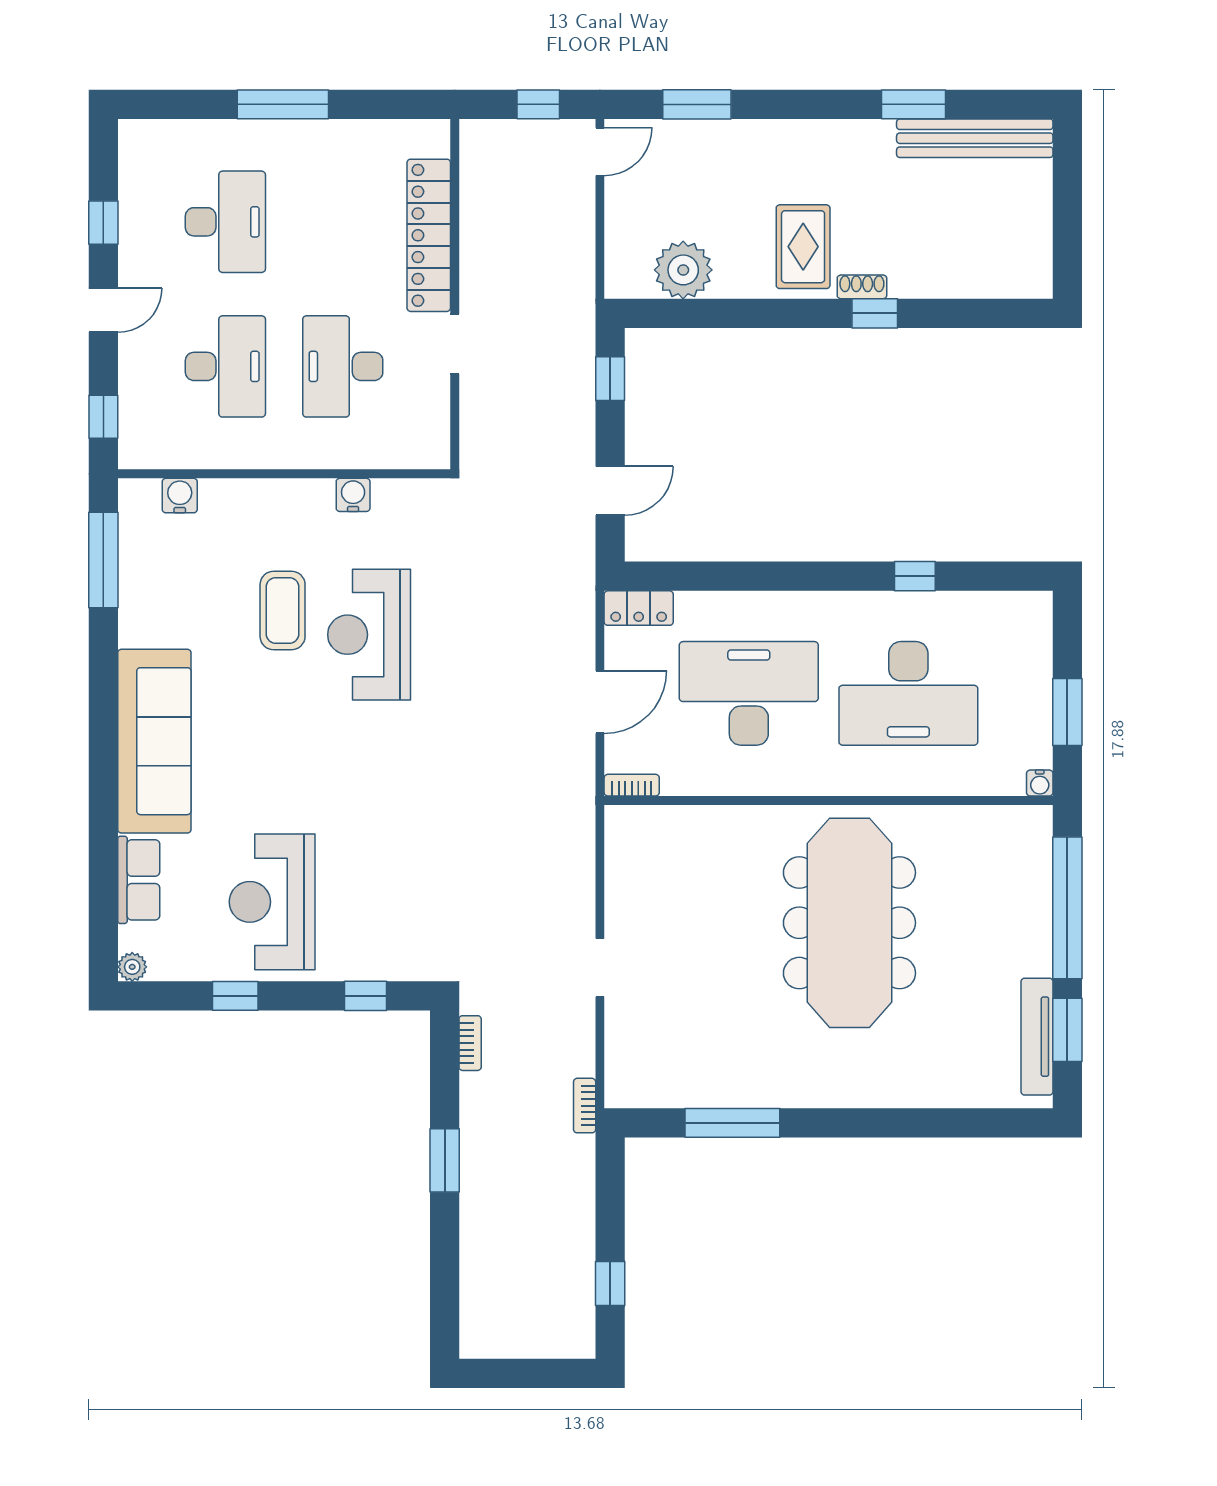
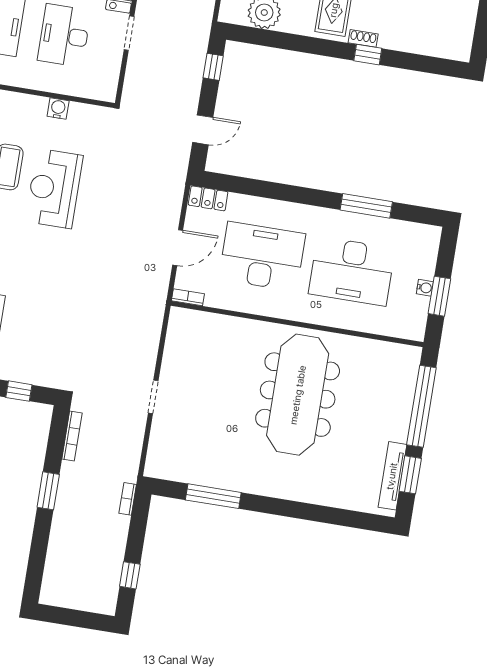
window: (915, 576) -> (366, 206), width x2.17
water cooler: (1040, 783) -> (425, 288), moved, turned -90
bookcase: (470, 1043) -> (72, 436), width x1.56
bookcase: (585, 1106) -> (128, 499), moved

